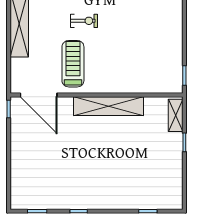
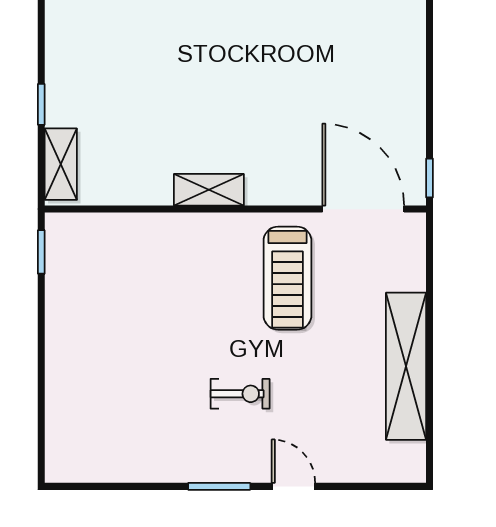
exercise bike: (84, 21) -> (240, 394), moved, turned 180
shelving: (109, 106) -> (209, 190), width x0.45, depth x0.75

